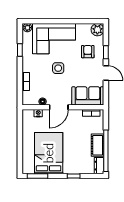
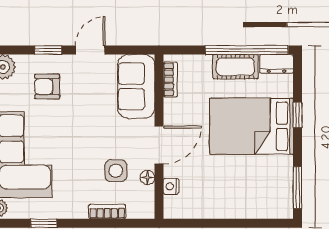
side table: (58, 68) -> (116, 171), moved
door: (59, 107) -> (159, 145), hinge flipped
bed: (49, 153) -> (252, 126), moved

